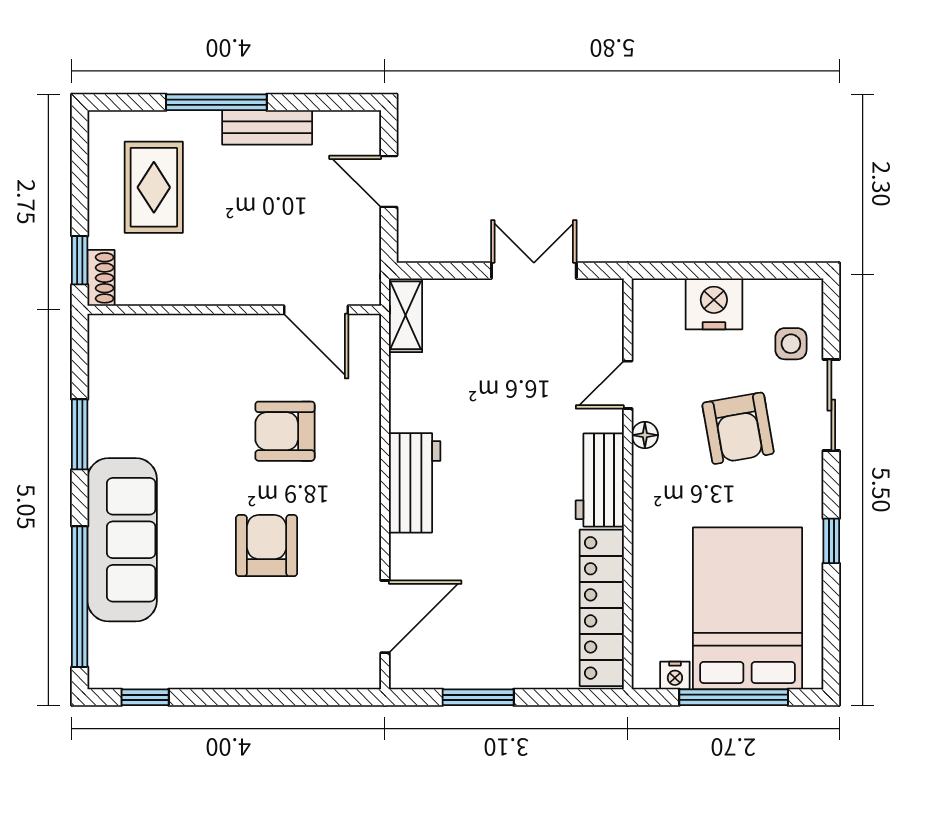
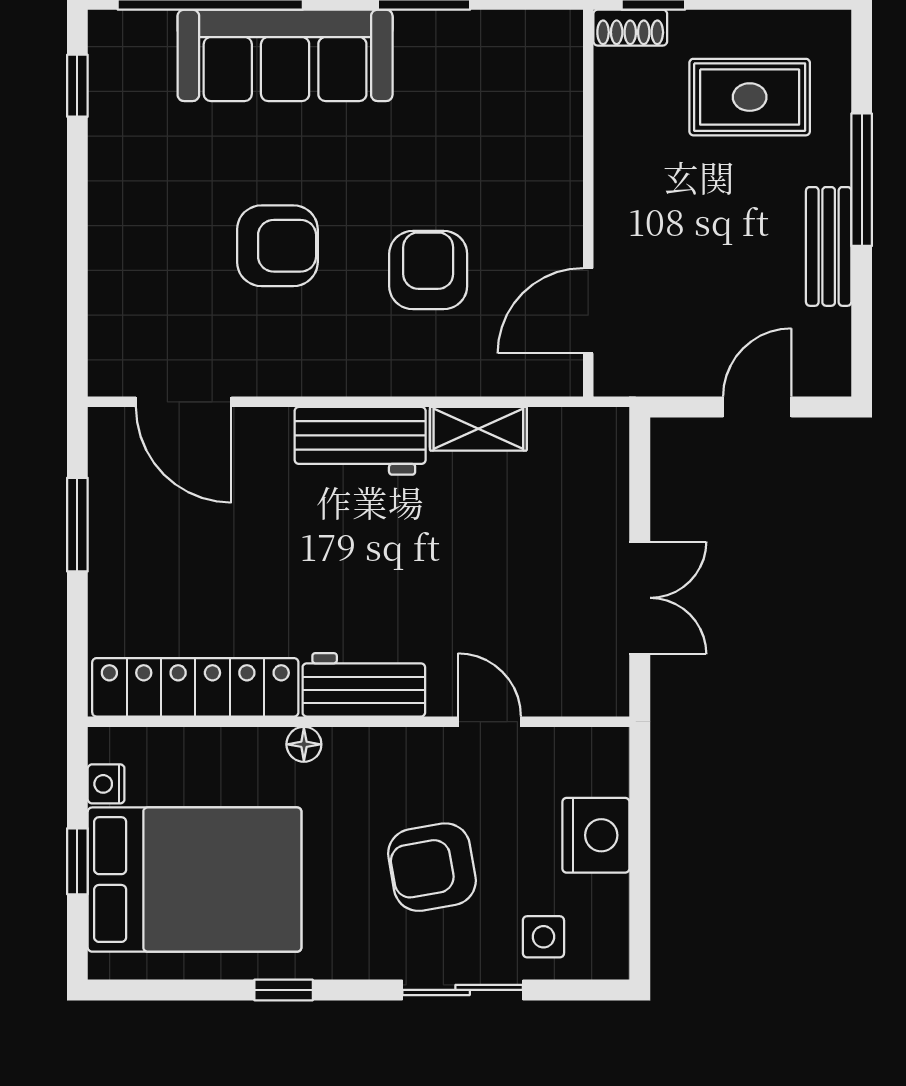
shelving: (405, 315) -> (478, 429), moved
floor lamp: (645, 435) -> (304, 744), moved
window: (734, 697) -> (77, 861), width x0.46

